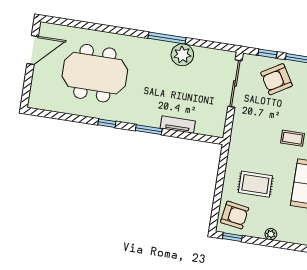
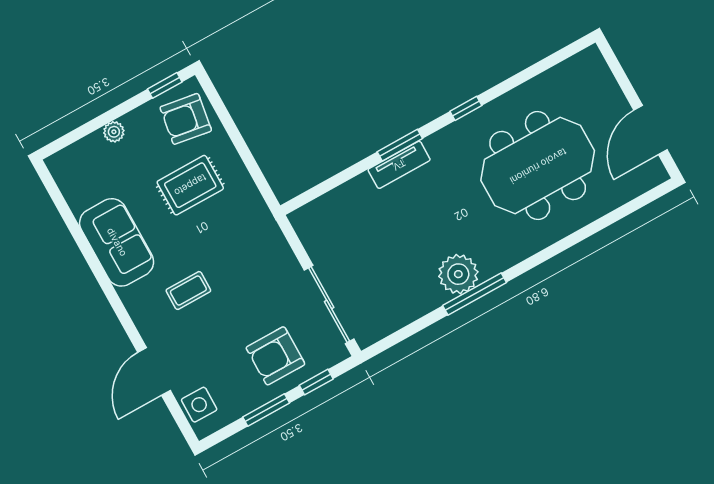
plant: (182, 55) -> (458, 274), moved
armchair: (277, 79) -> (275, 356), turned -149
tv unit: (178, 125) -> (399, 165), moved

